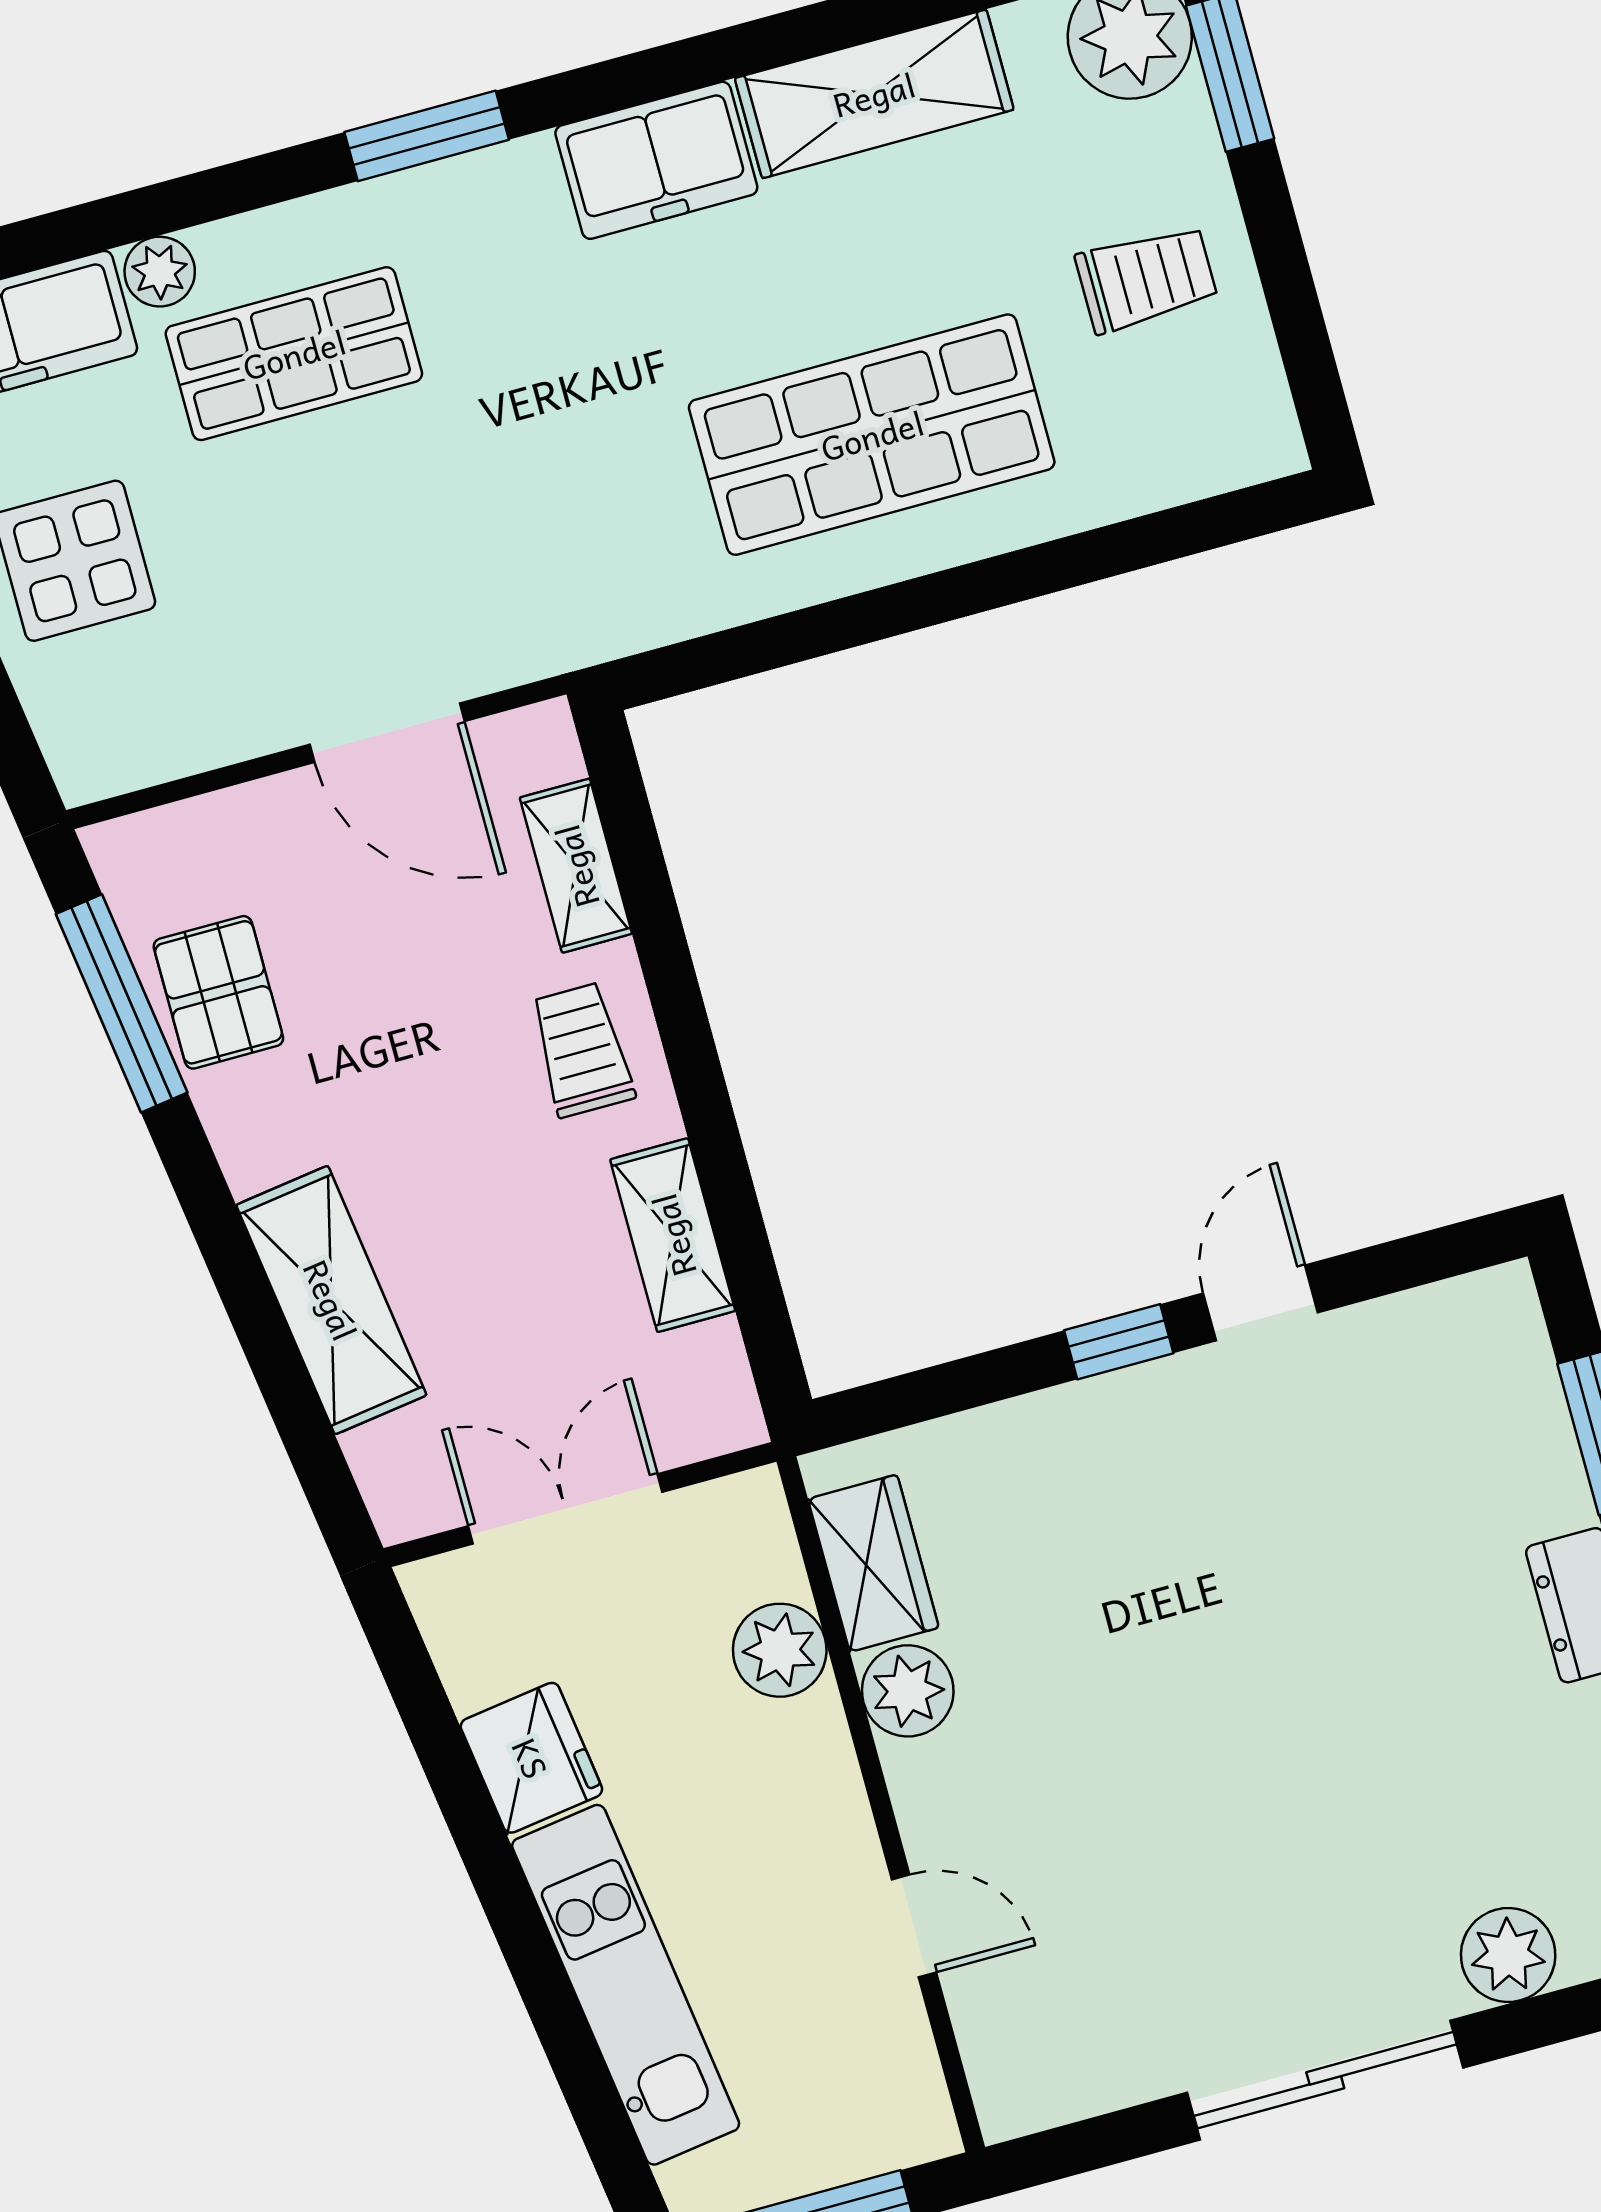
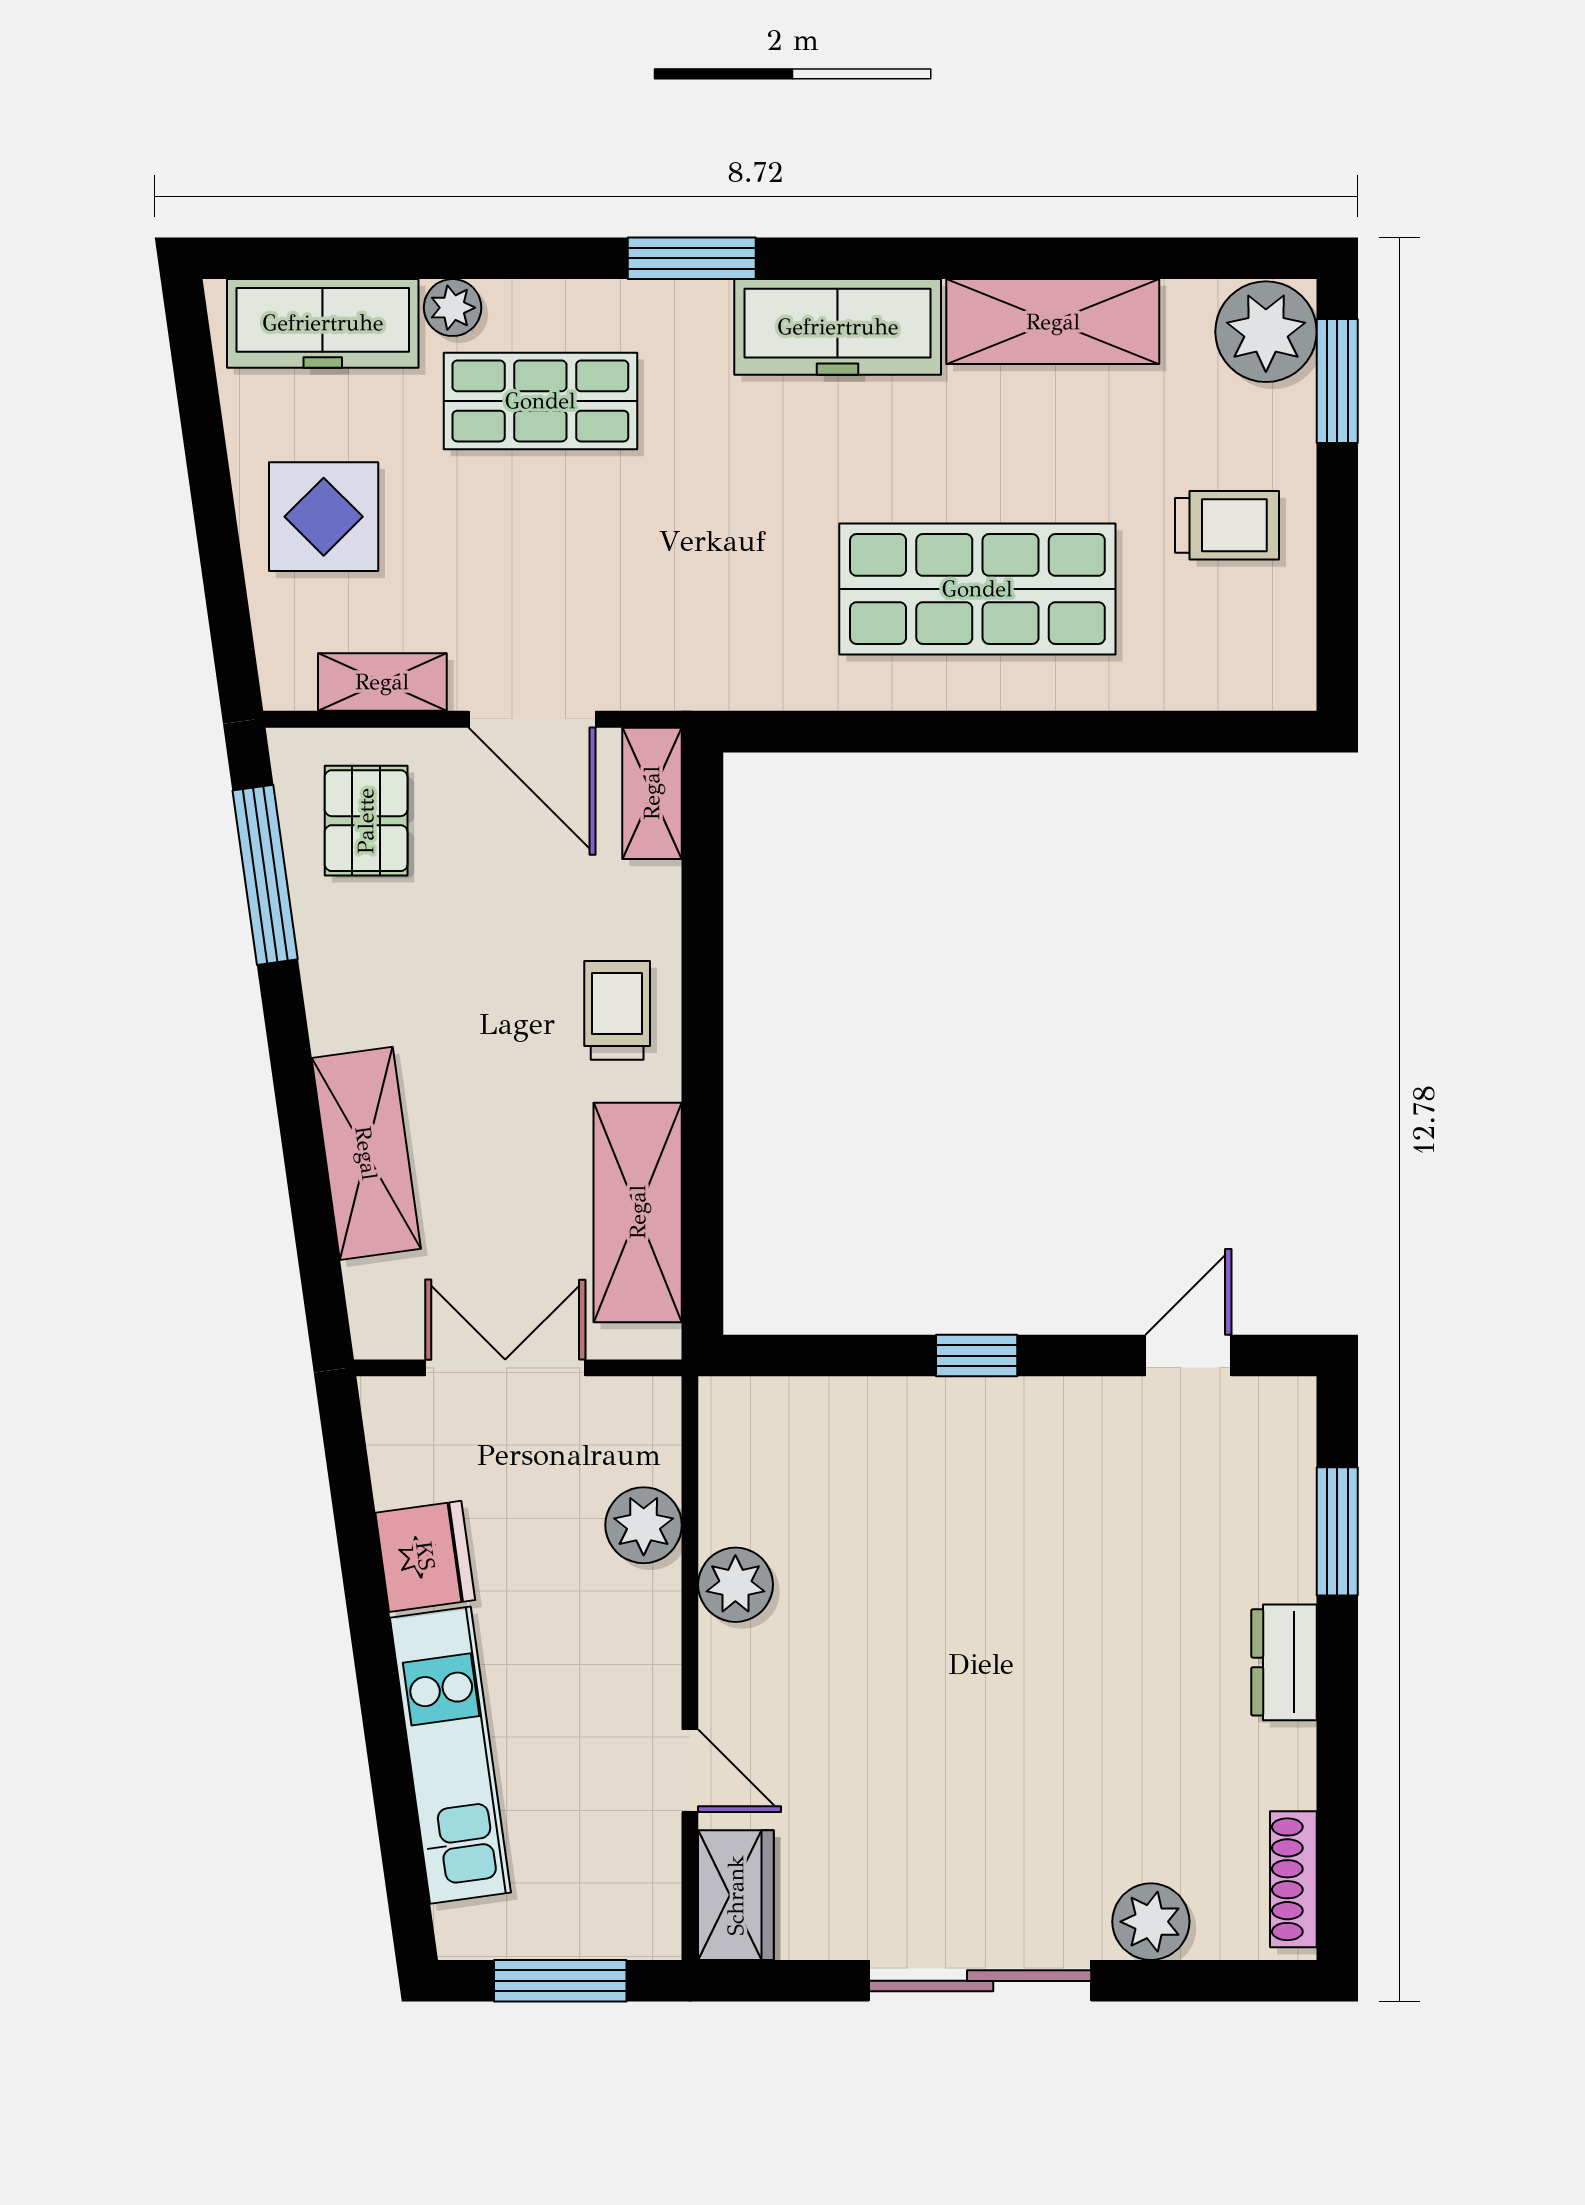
freezer: (656, 160) -> (838, 327), width x1.40
shelving: (198, 737) -> (382, 682), added
shelving: (576, 866) -> (652, 793), moved
pallet: (218, 992) -> (366, 821), moved
shelving: (673, 1235) -> (638, 1212), width x1.50, depth x1.33
door: (1261, 1303) -> (1188, 1356), moved
wardrobe: (873, 1563) -> (736, 1895), moved

